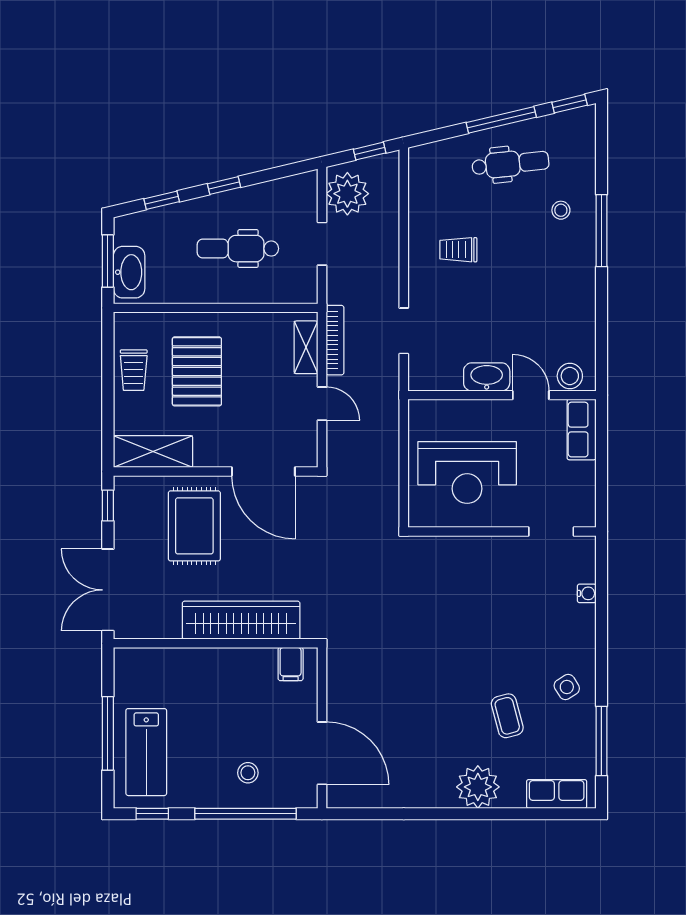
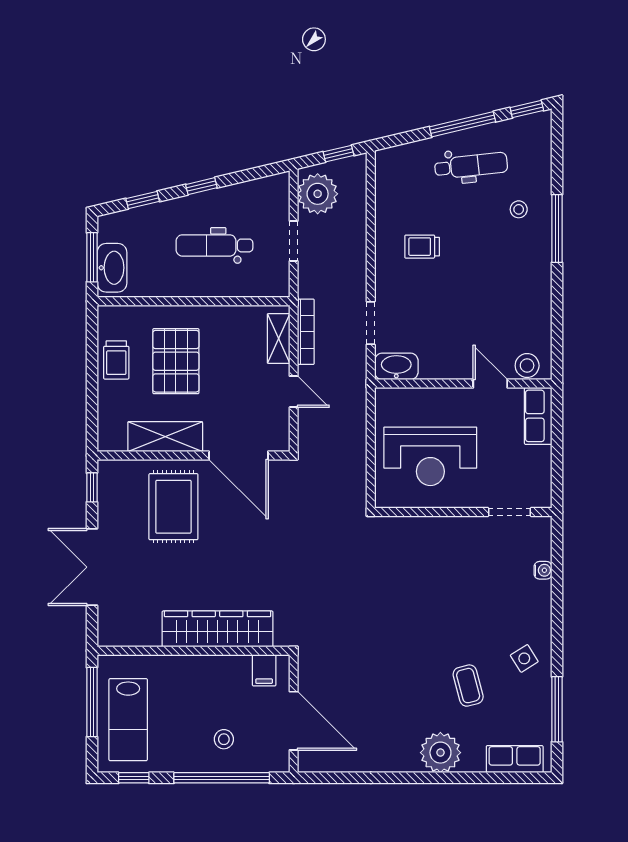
washbasin: (487, 377) -> (396, 366), moved
shelving: (153, 452) -> (165, 437), moved
wardrobe: (241, 620) -> (218, 629), moved
wall: (216, 643) -> (193, 651), moved
filing cabinet: (291, 664) -> (264, 670), moved

